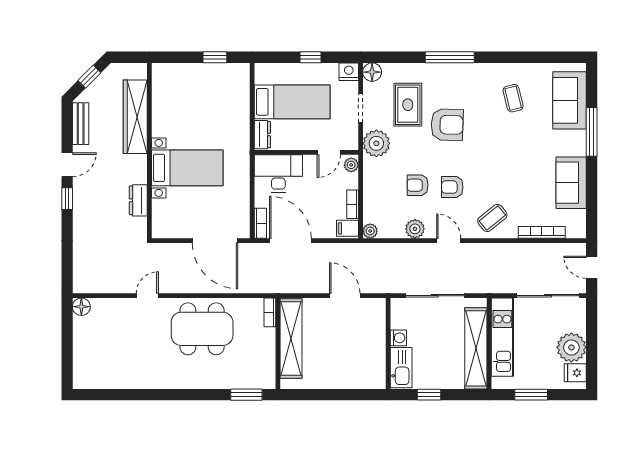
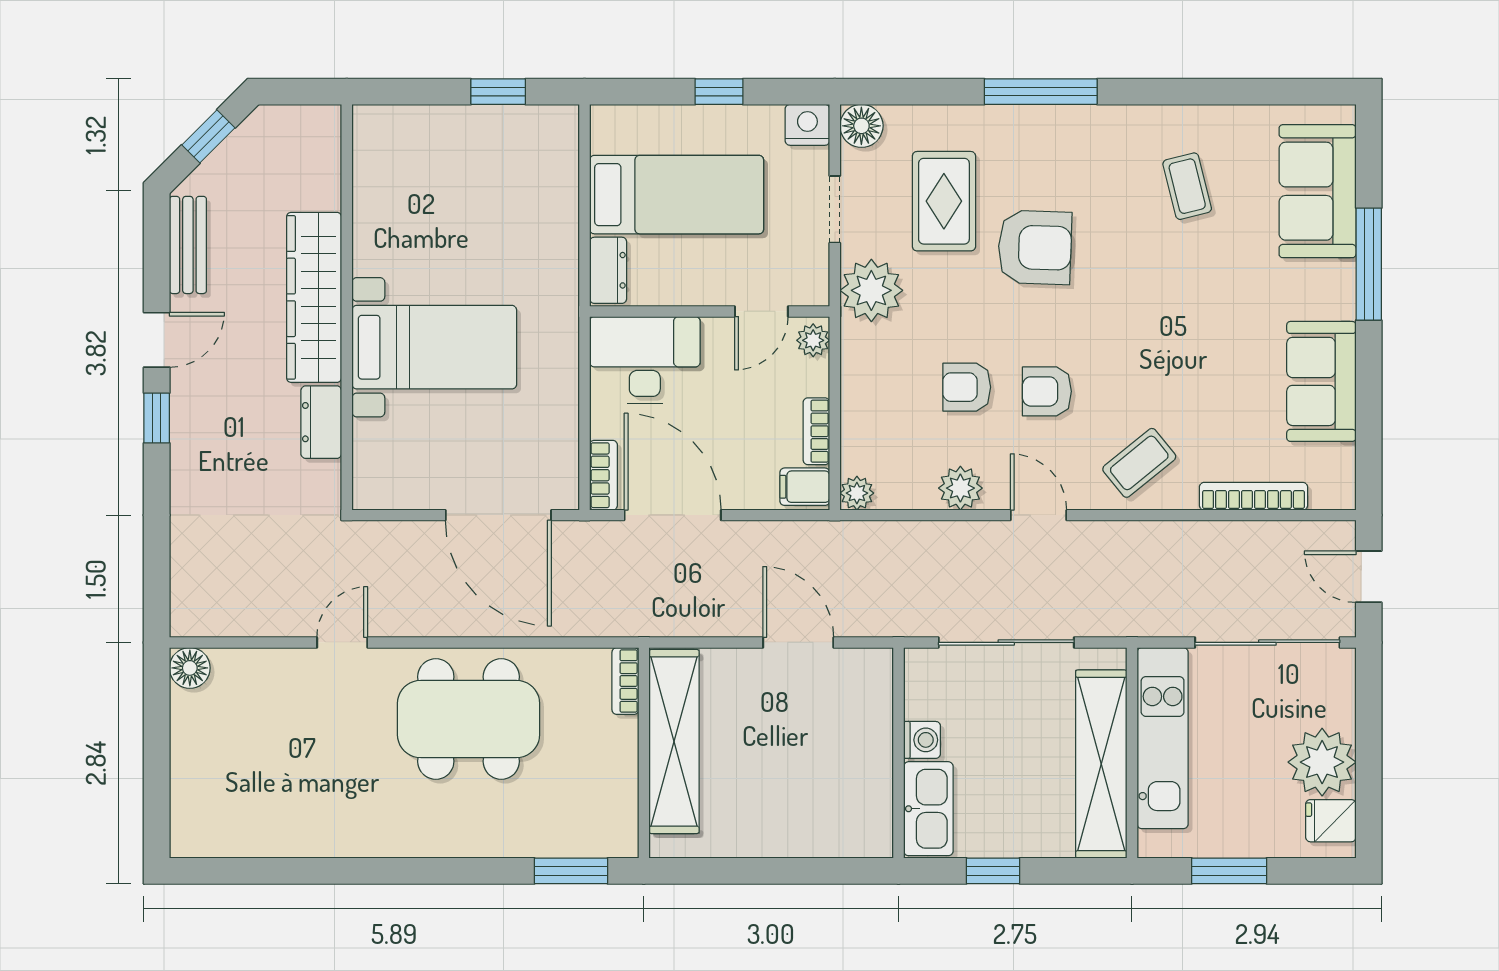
wardrobe: (135, 117) -> (314, 297), moved

